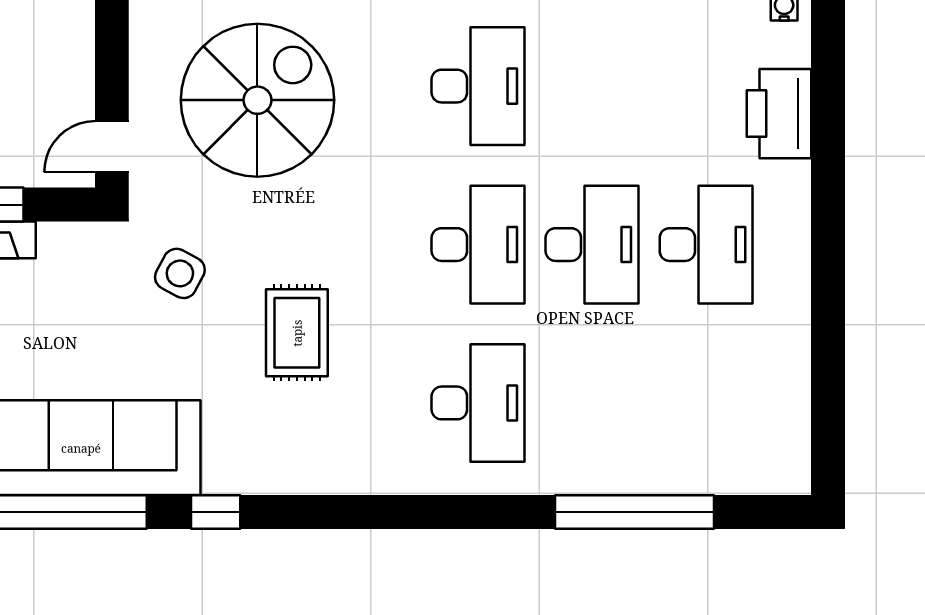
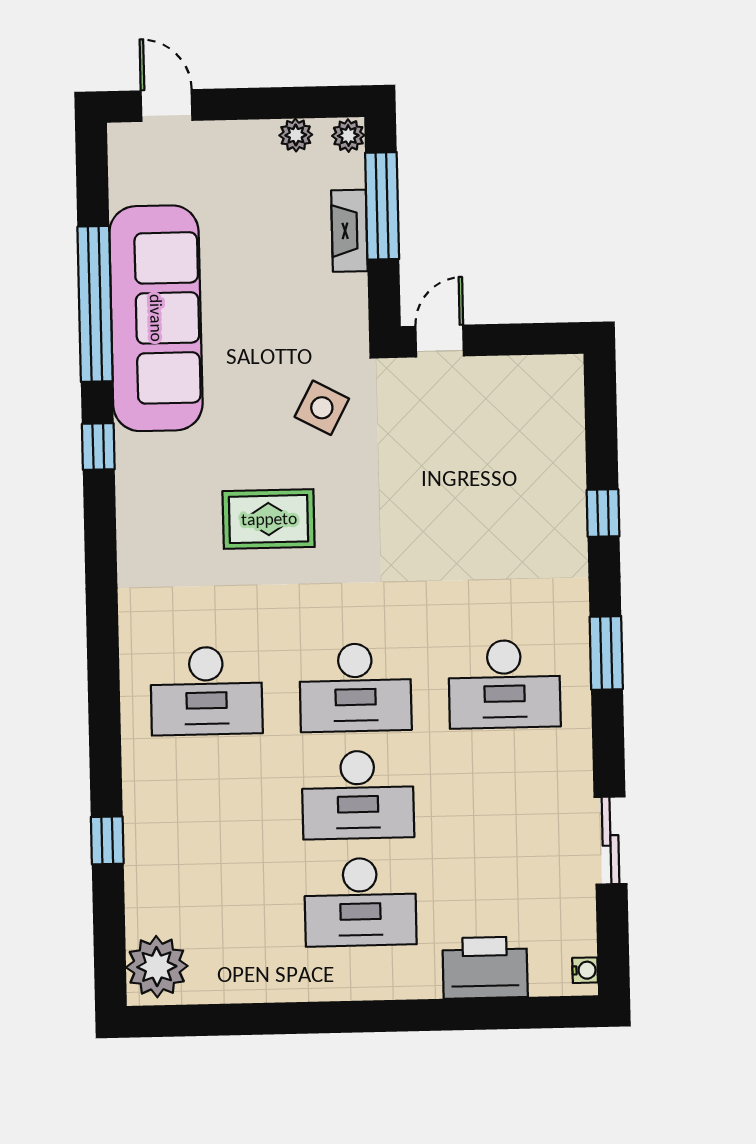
spiral stairs: (257, 100) -> (486, 477), removed
door: (112, 147) -> (440, 341), hinge flipped
plant: (770, 462) -> (157, 967), added
window: (634, 512) -> (107, 840), width x0.32

